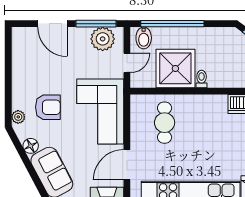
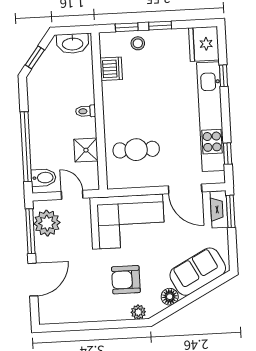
shower: (175, 68) -> (86, 150), width x0.54, depth x0.54
armchair: (48, 107) -> (126, 280), turned -90

